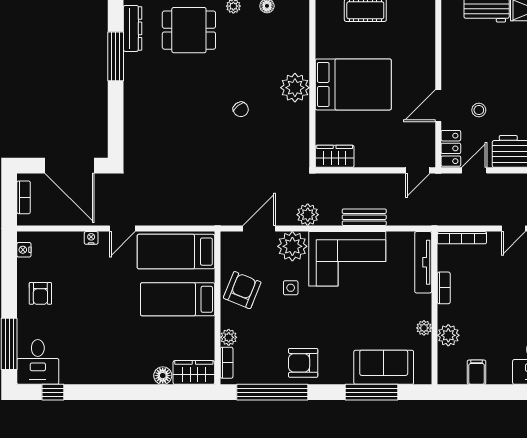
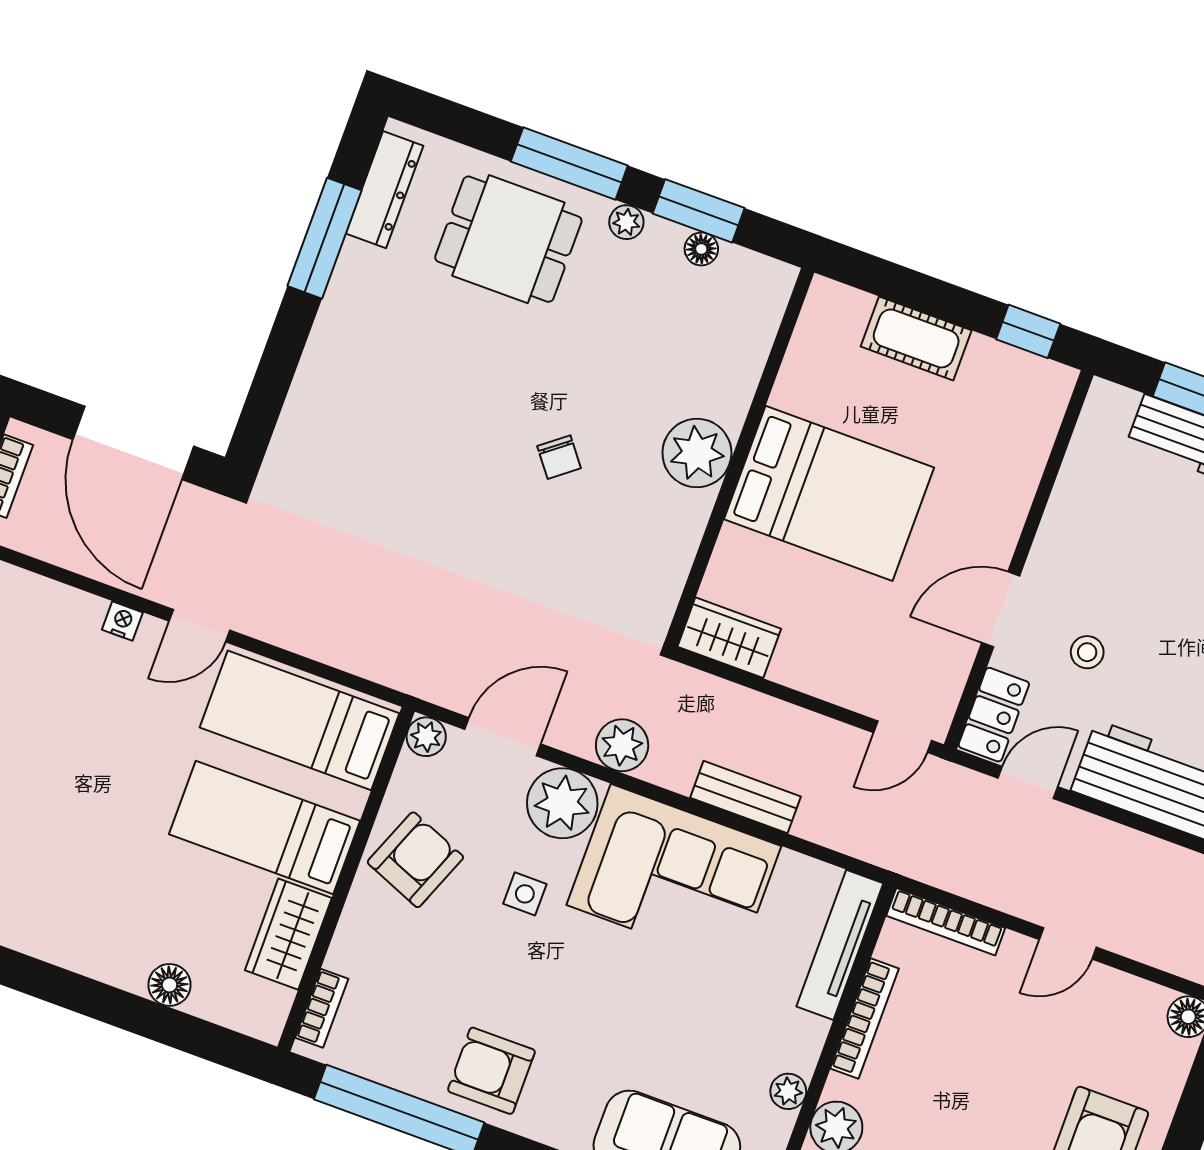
bookcase: (444, 288) -> (865, 1019), width x1.56
plant: (229, 337) -> (426, 737), moved
wardrobe: (194, 372) -> (288, 934), moved, turned -90

